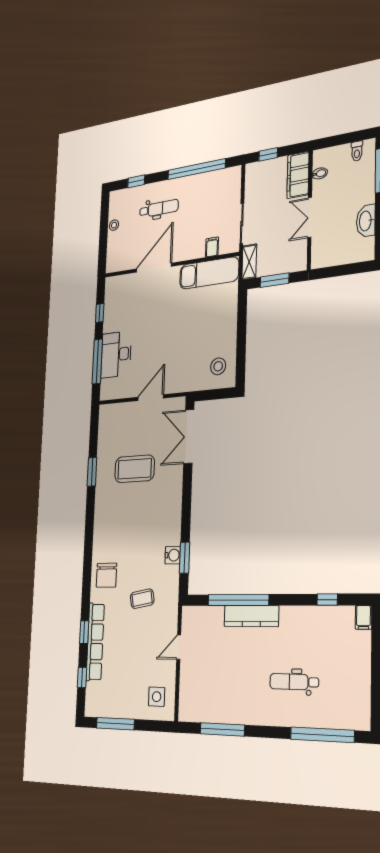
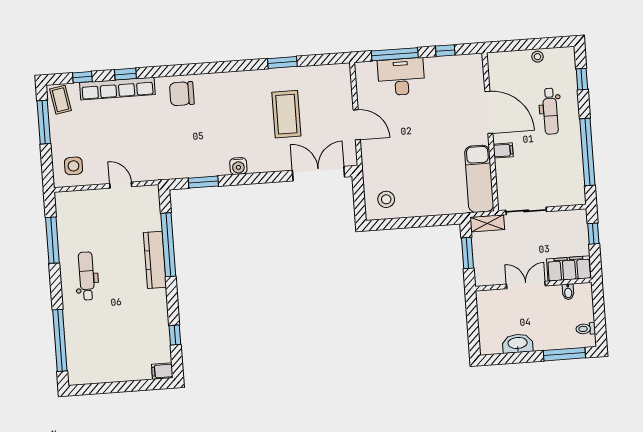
filing cabinet: (212, 247) -> (503, 150), moved
water cooler: (173, 555) -> (238, 166), moved
coffee table: (142, 599) -> (60, 100), moved
dental chair: (294, 682) -> (87, 276), moved

